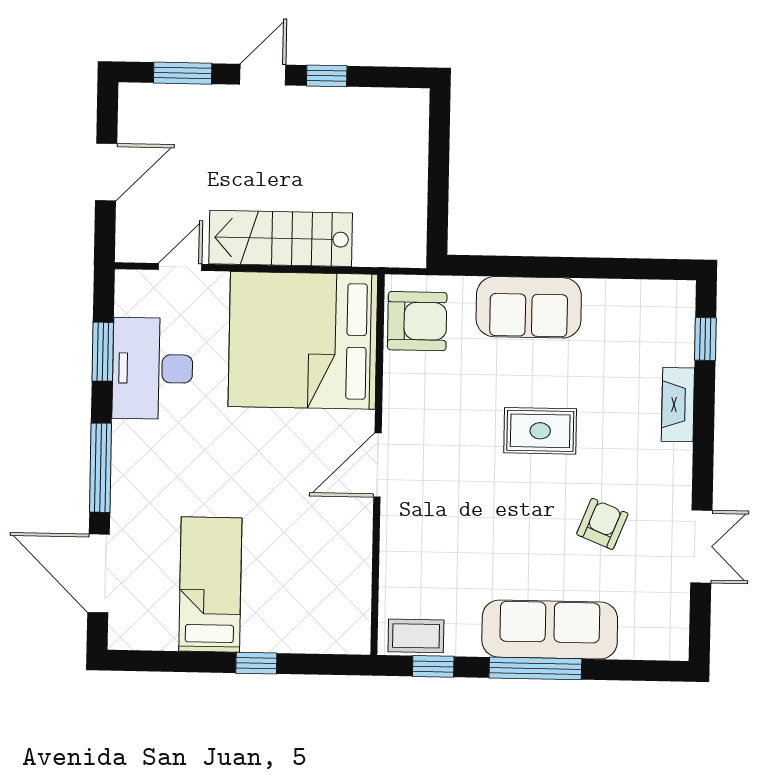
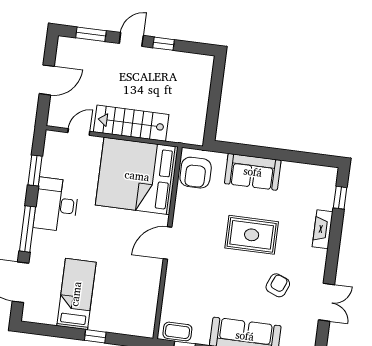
armchair: (417, 321) -> (196, 173), turned 90
desk: (153, 368) -> (56, 205), moved
rug: (540, 431) -> (252, 235), width x1.36, depth x1.43

